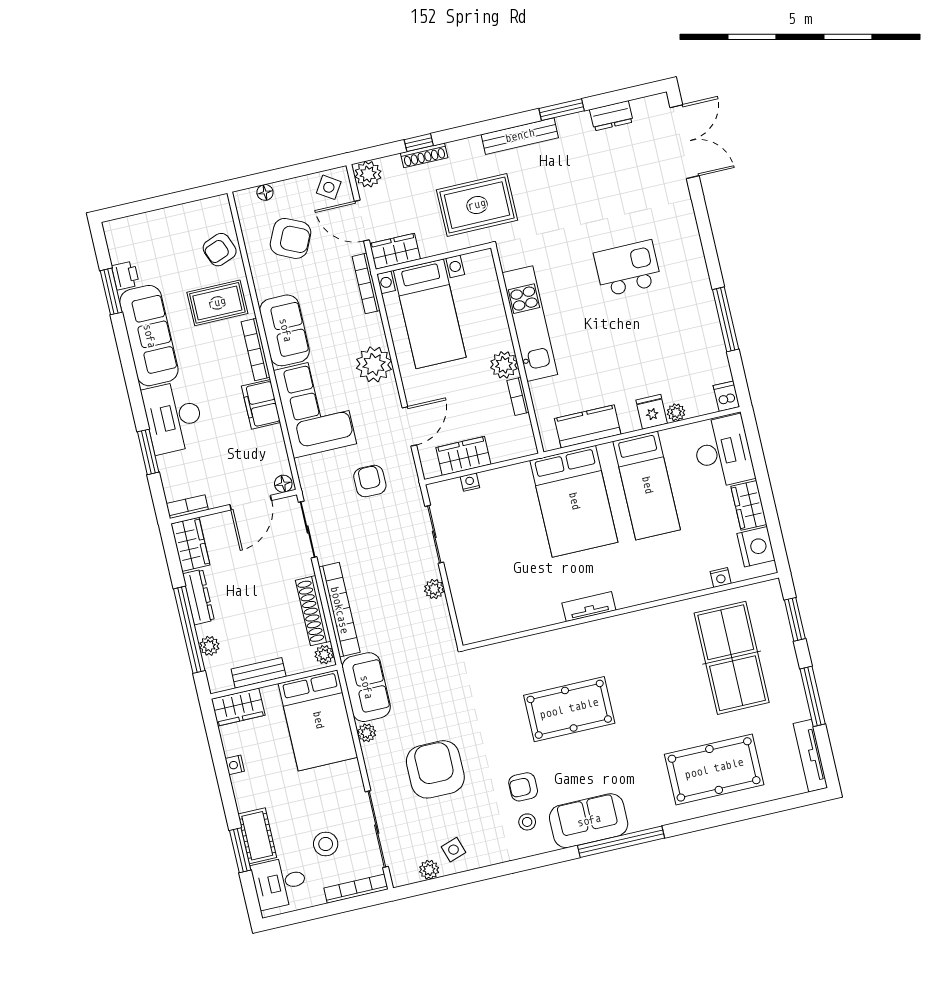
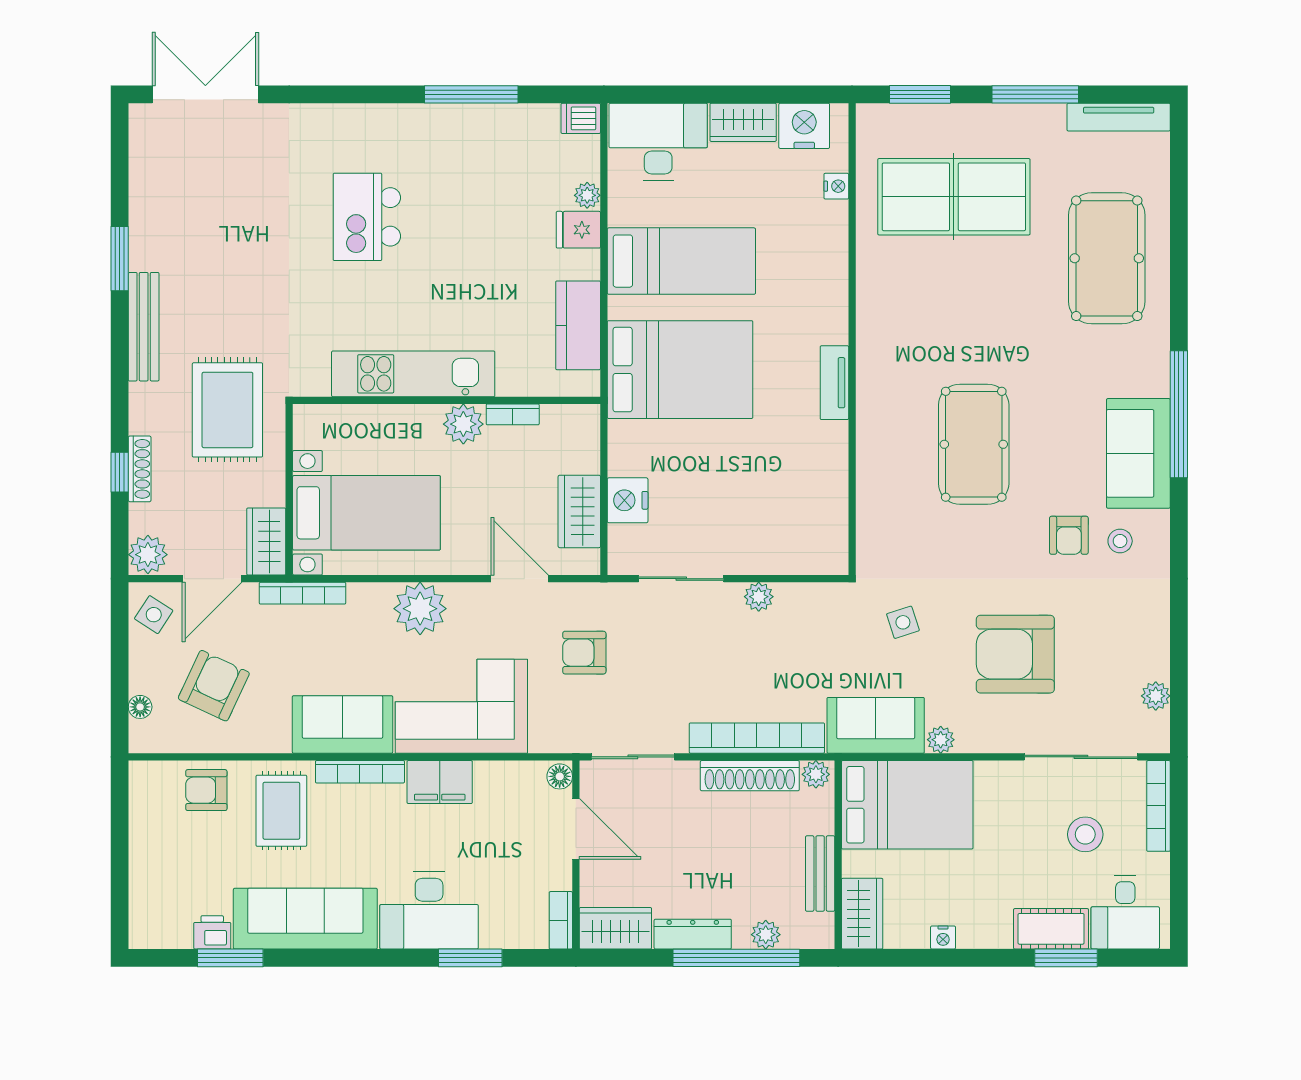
dresser: (611, 116) -> (145, 190), removed
armchair: (220, 250) -> (206, 790), turned 111
nightstand: (470, 482) -> (628, 500), width x1.89, depth x1.79
side table: (453, 850) -> (903, 622), moved

